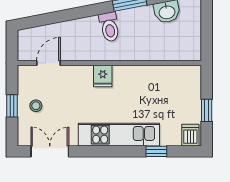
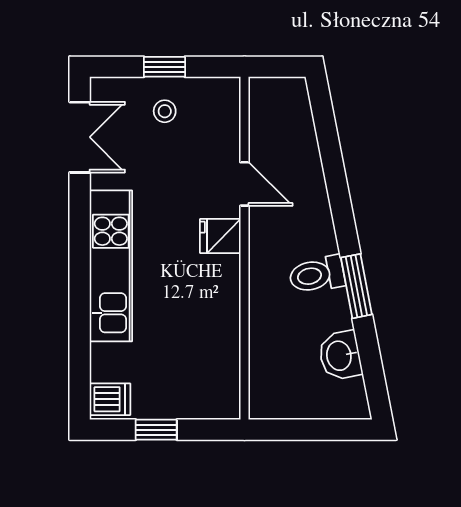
toilet: (109, 27) -> (317, 275), moved
door: (49, 63) -> (244, 184), moved
window: (156, 151) -> (80, 336), removed

